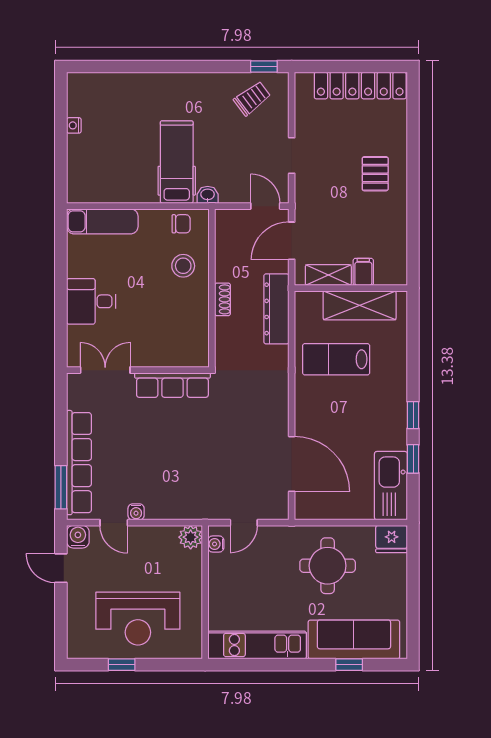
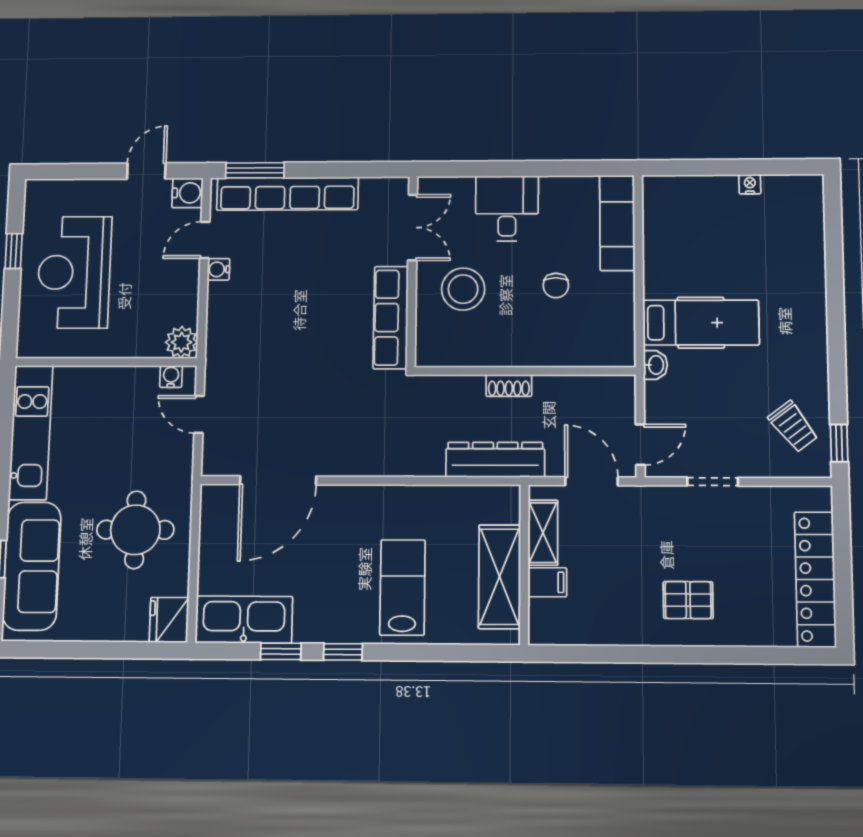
chair: (181, 224) -> (556, 285), moved
stool: (183, 266) -> (463, 289), moved, width x1.38, depth x1.38
lab bench: (336, 359) -> (402, 587), moved

